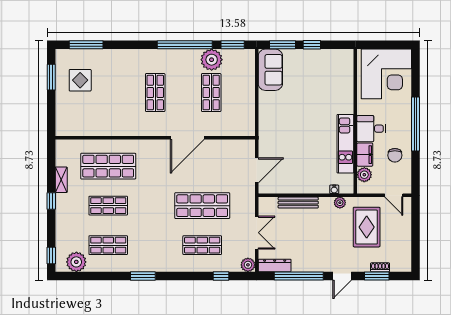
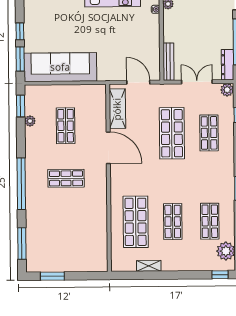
window: (185, 45) -> (21, 184), moved
plant: (212, 60) -> (30, 121), width x0.53, depth x0.53
sofa: (270, 70) -> (60, 67), width x1.85, depth x1.27
display table: (80, 80) -> (55, 249), removed
shop shelf: (211, 93) -> (66, 126), turned 90
shelving: (229, 148) -> (117, 109), added
window: (51, 201) -> (169, 275), removed
bench: (298, 203) -> (168, 62), moved

